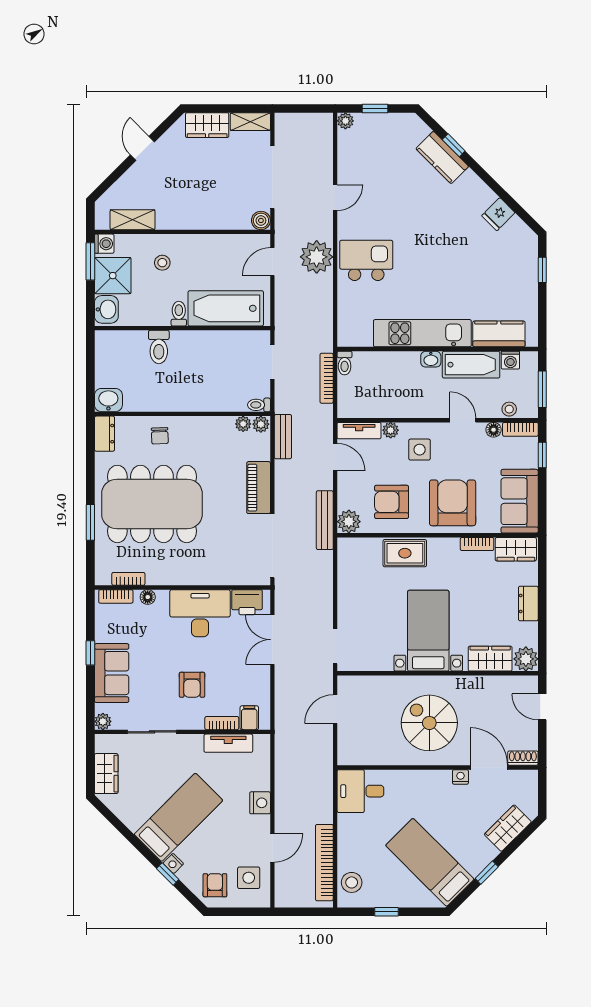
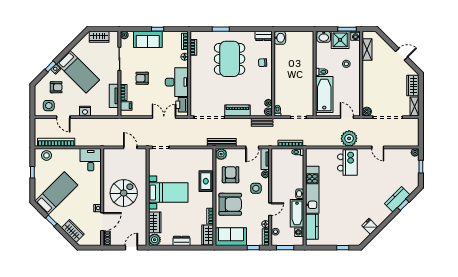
toilet: (159, 347) -> (306, 62), removed
dining table: (152, 504) -> (230, 59), width x0.73, depth x0.80
armchair: (215, 885) -> (56, 87), moved

